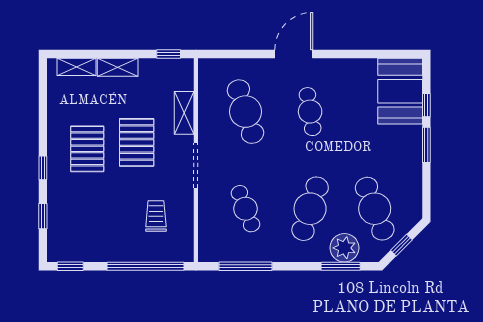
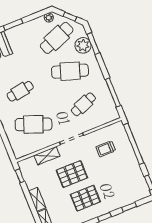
cafe table: (245, 112) -> (33, 124), turned 39
plant: (414, 209) -> (49, 18), added

